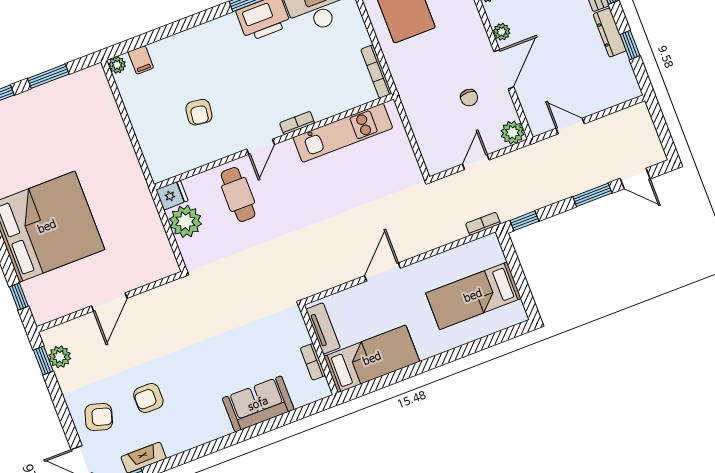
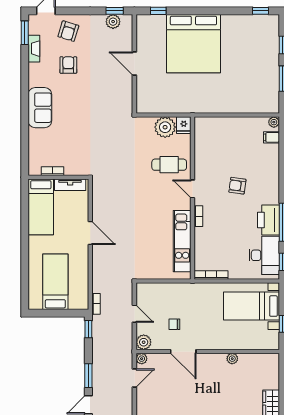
plant: (502, 32) -> (142, 359), moved
armchair: (199, 112) -> (237, 186), moved
sofa: (258, 404) -> (40, 108), moved

